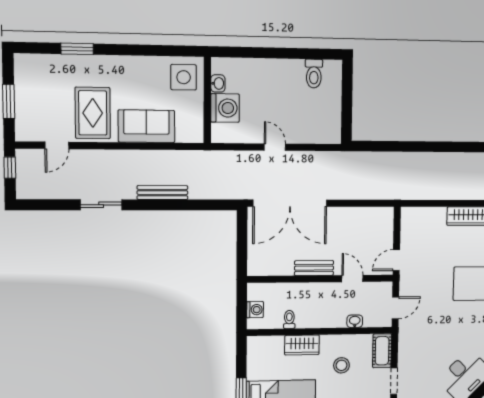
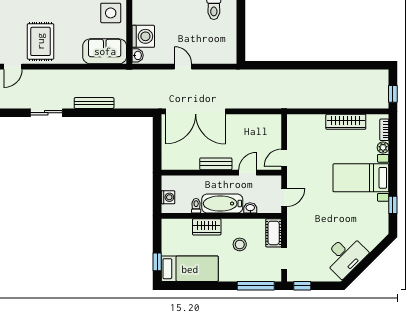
washbasin: (218, 83) -> (138, 55), moved
sofa: (146, 126) -> (105, 51), moved
door: (352, 279) -> (248, 173), hinge flipped
bathtub: (321, 316) -> (222, 204), added

